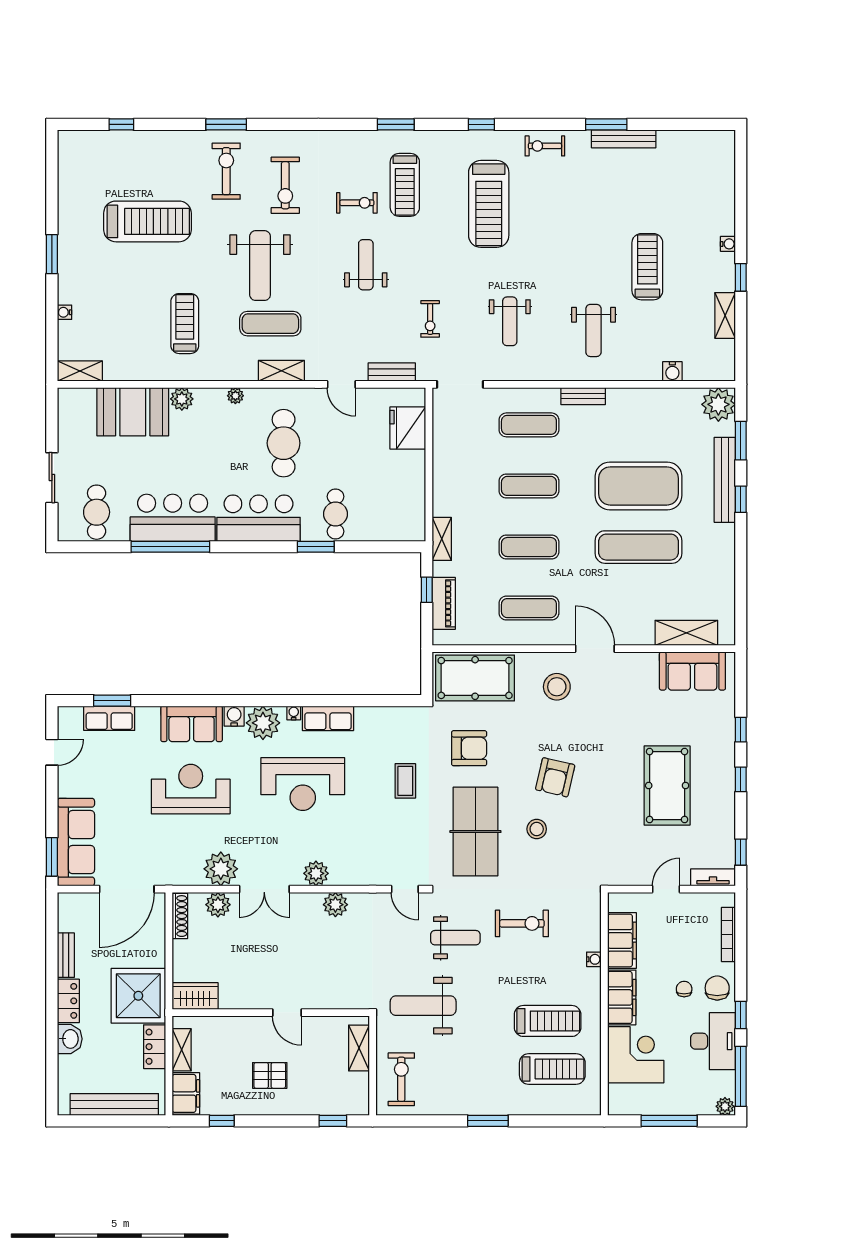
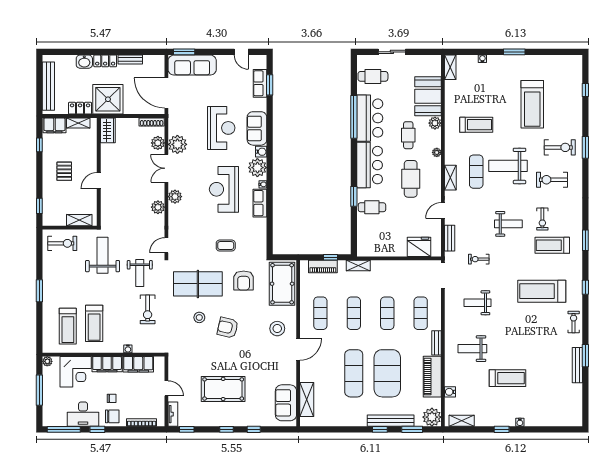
shelving: (725, 315) -> (462, 421), moved
piano: (644, 404) -> (432, 377), added
cafe table: (284, 443) -> (411, 179), turned 90
cafe table: (204, 448) -> (408, 135), added
plant: (725, 1106) -> (47, 361), moved

